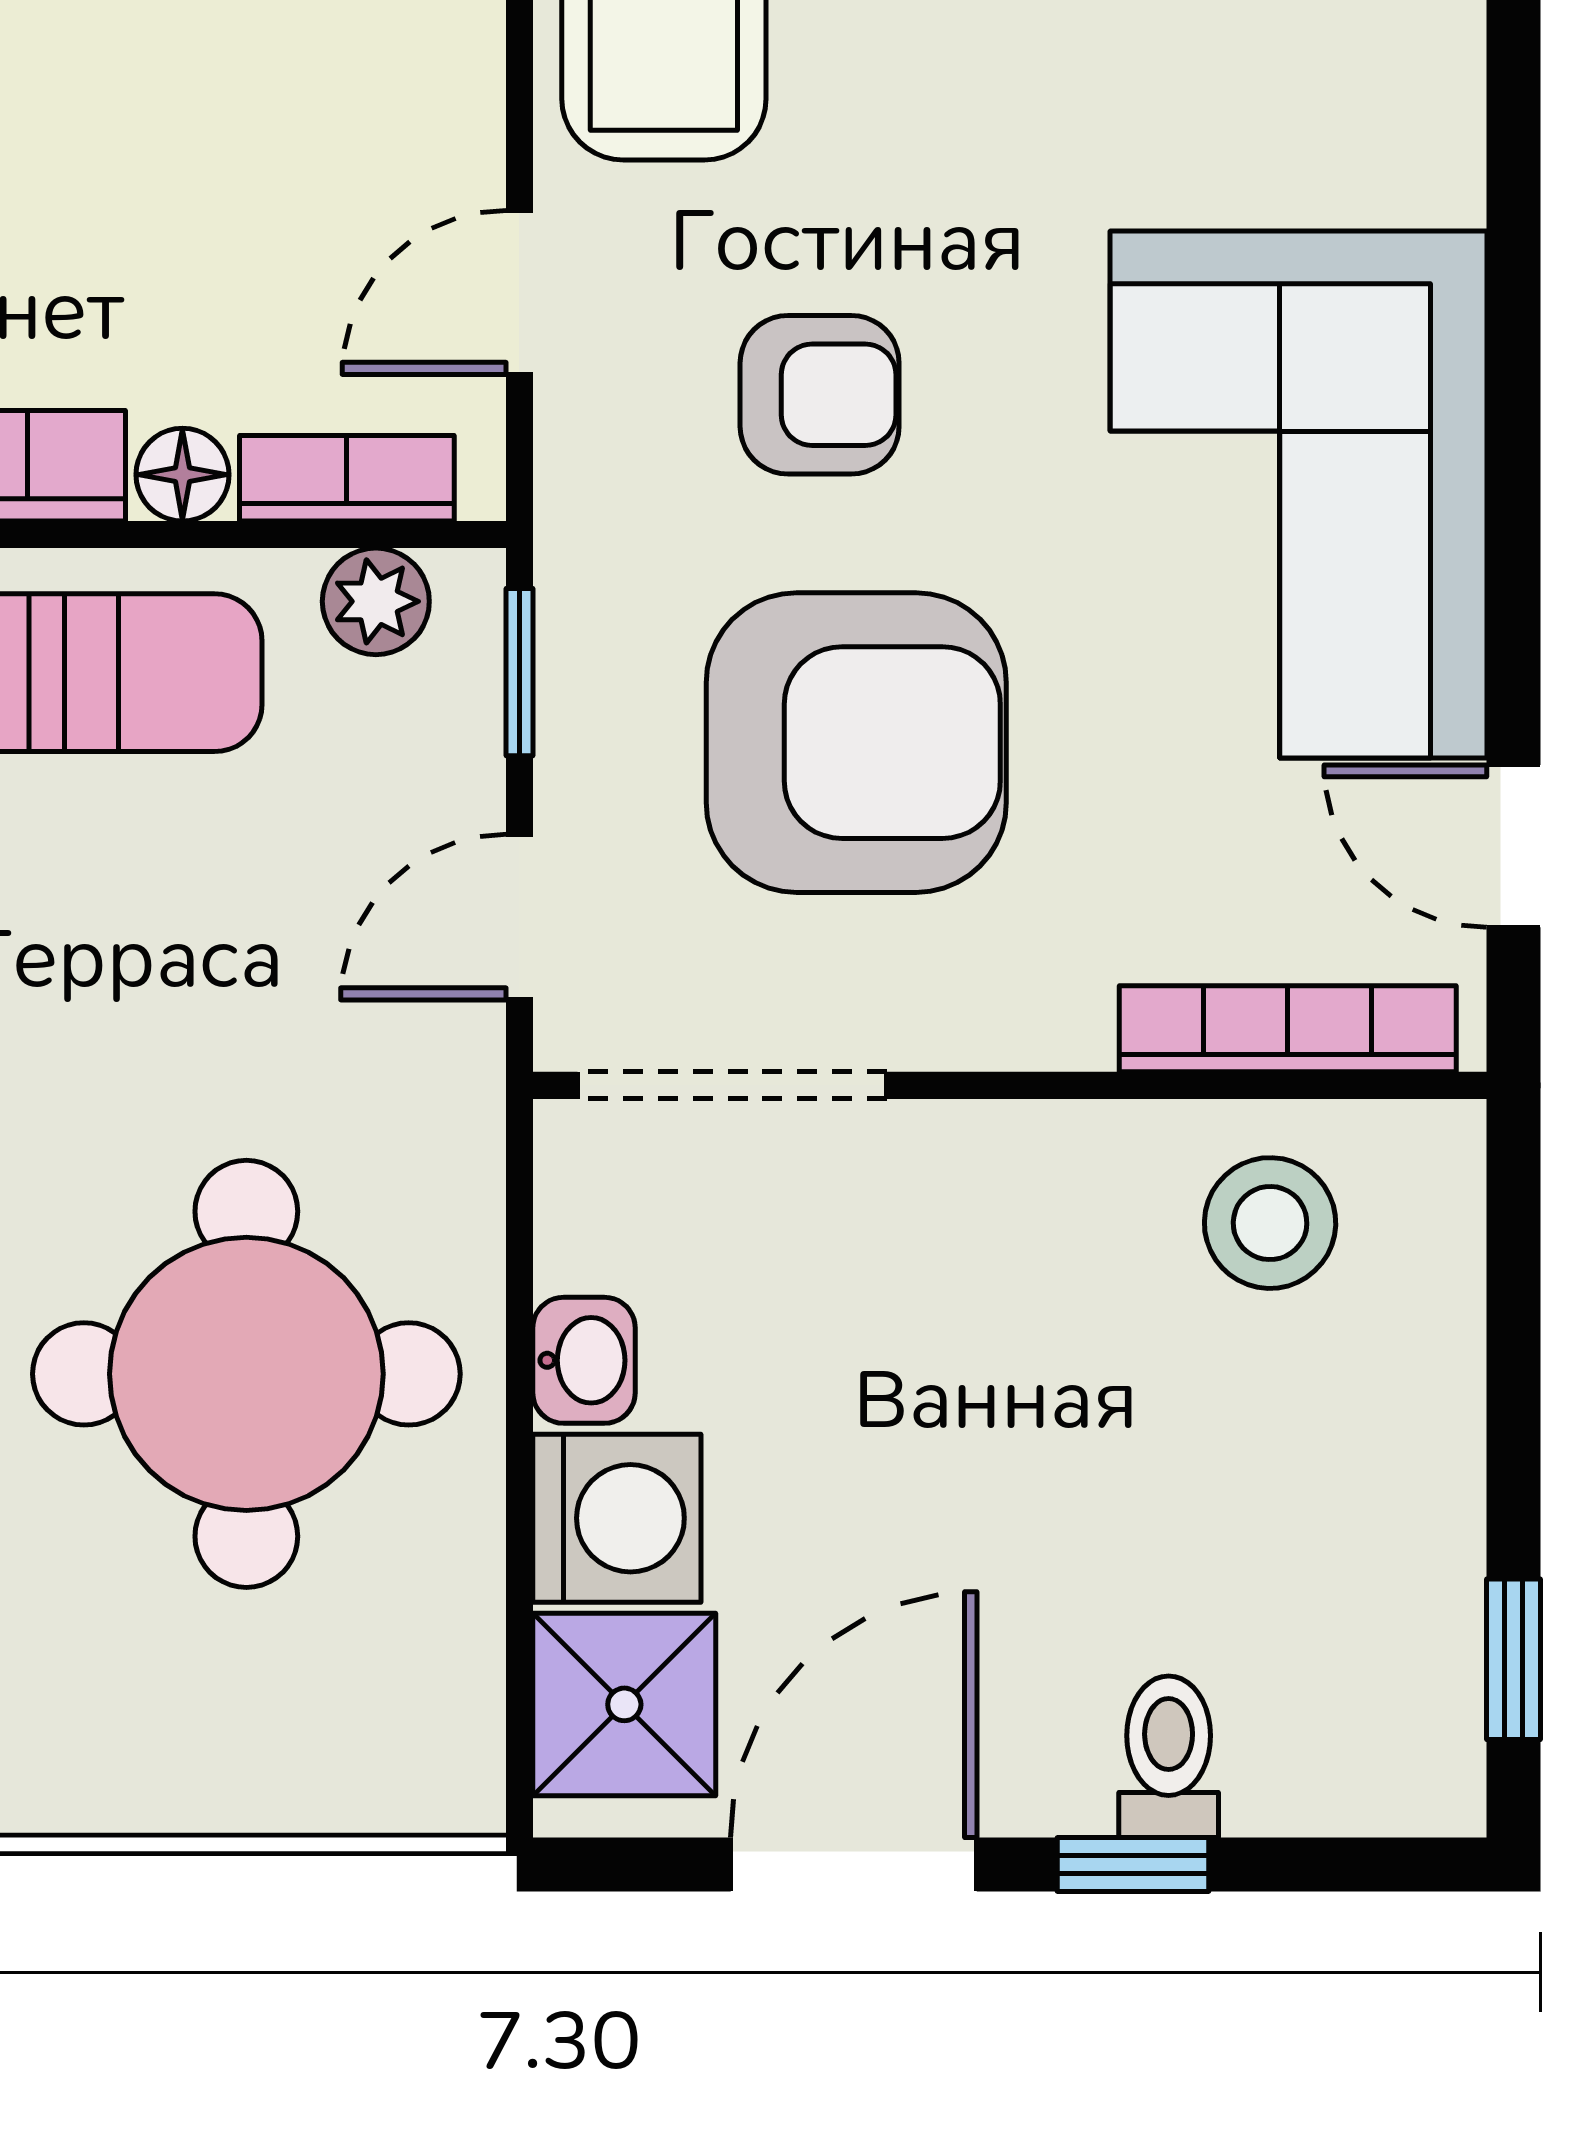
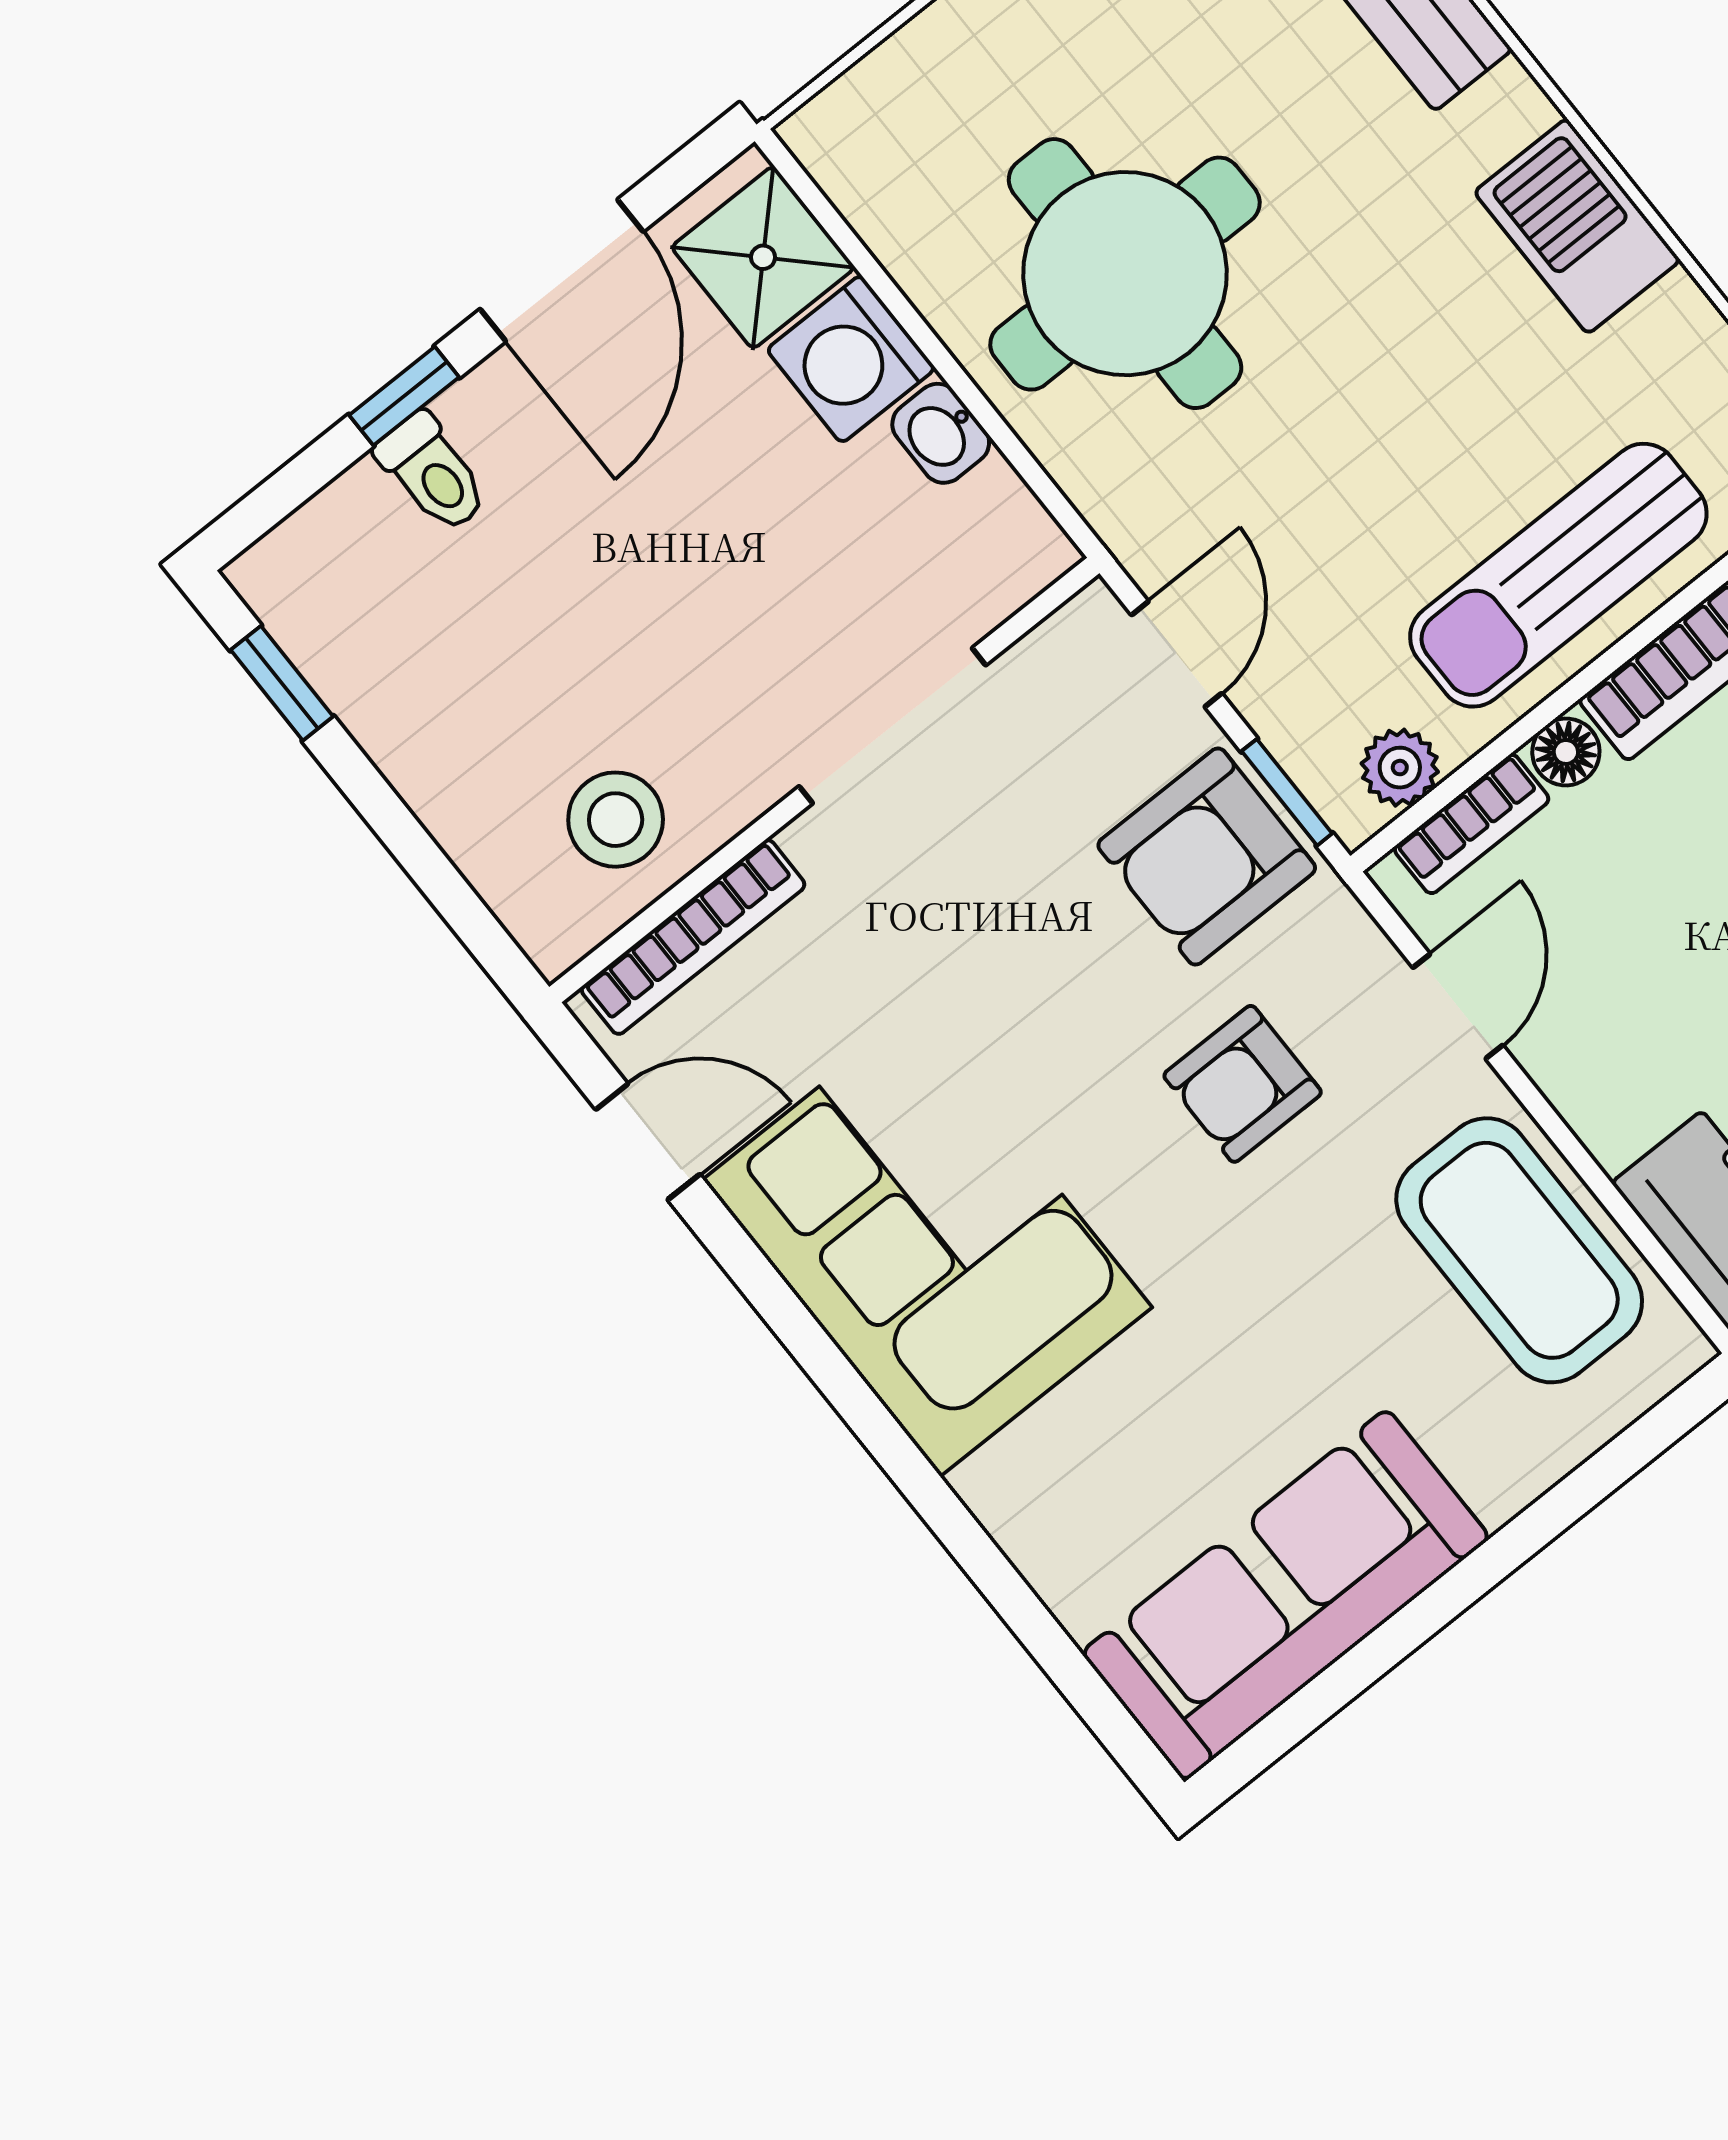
armchair: (856, 743) -> (1207, 857), moved, width x0.73, depth x0.73
doorway: (732, 1085) -> (892, 726), moved

